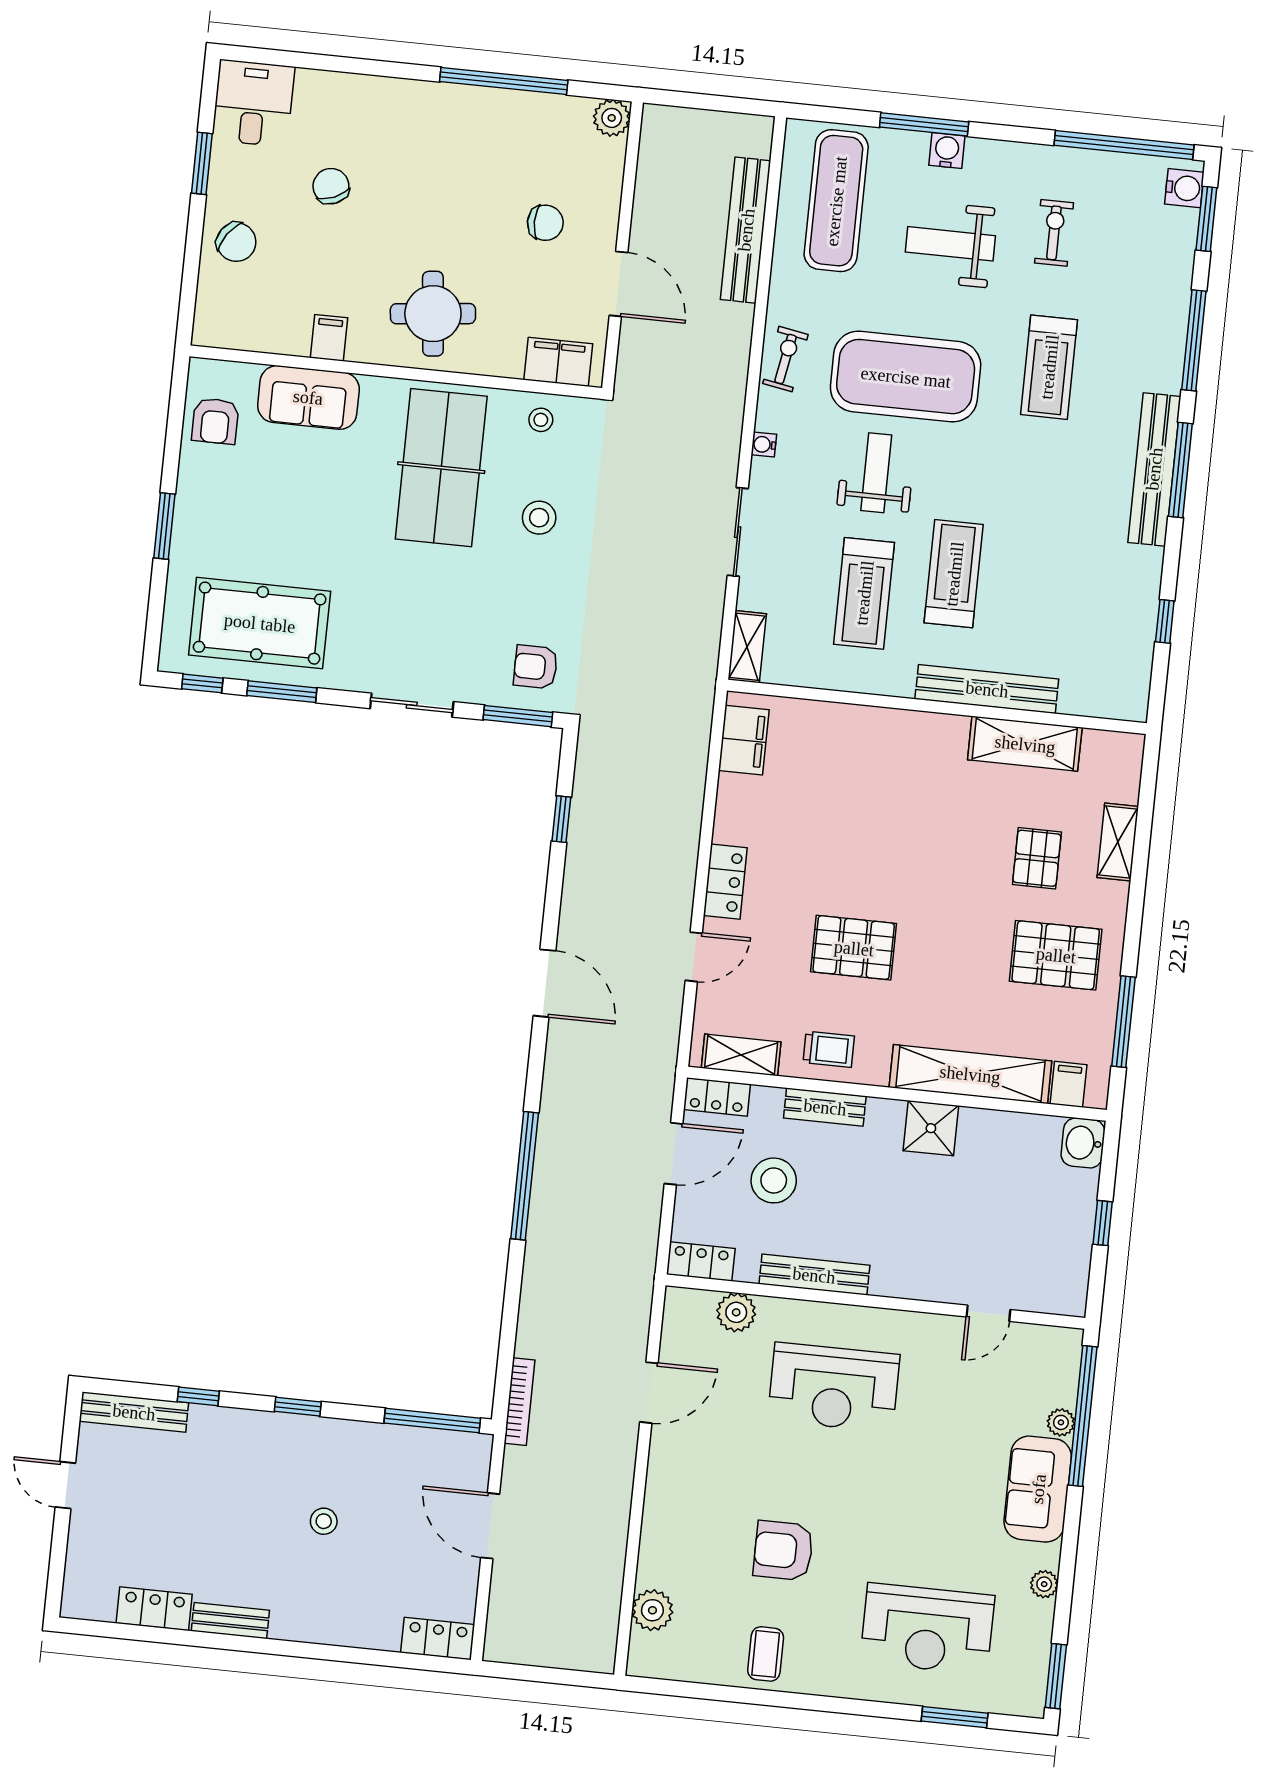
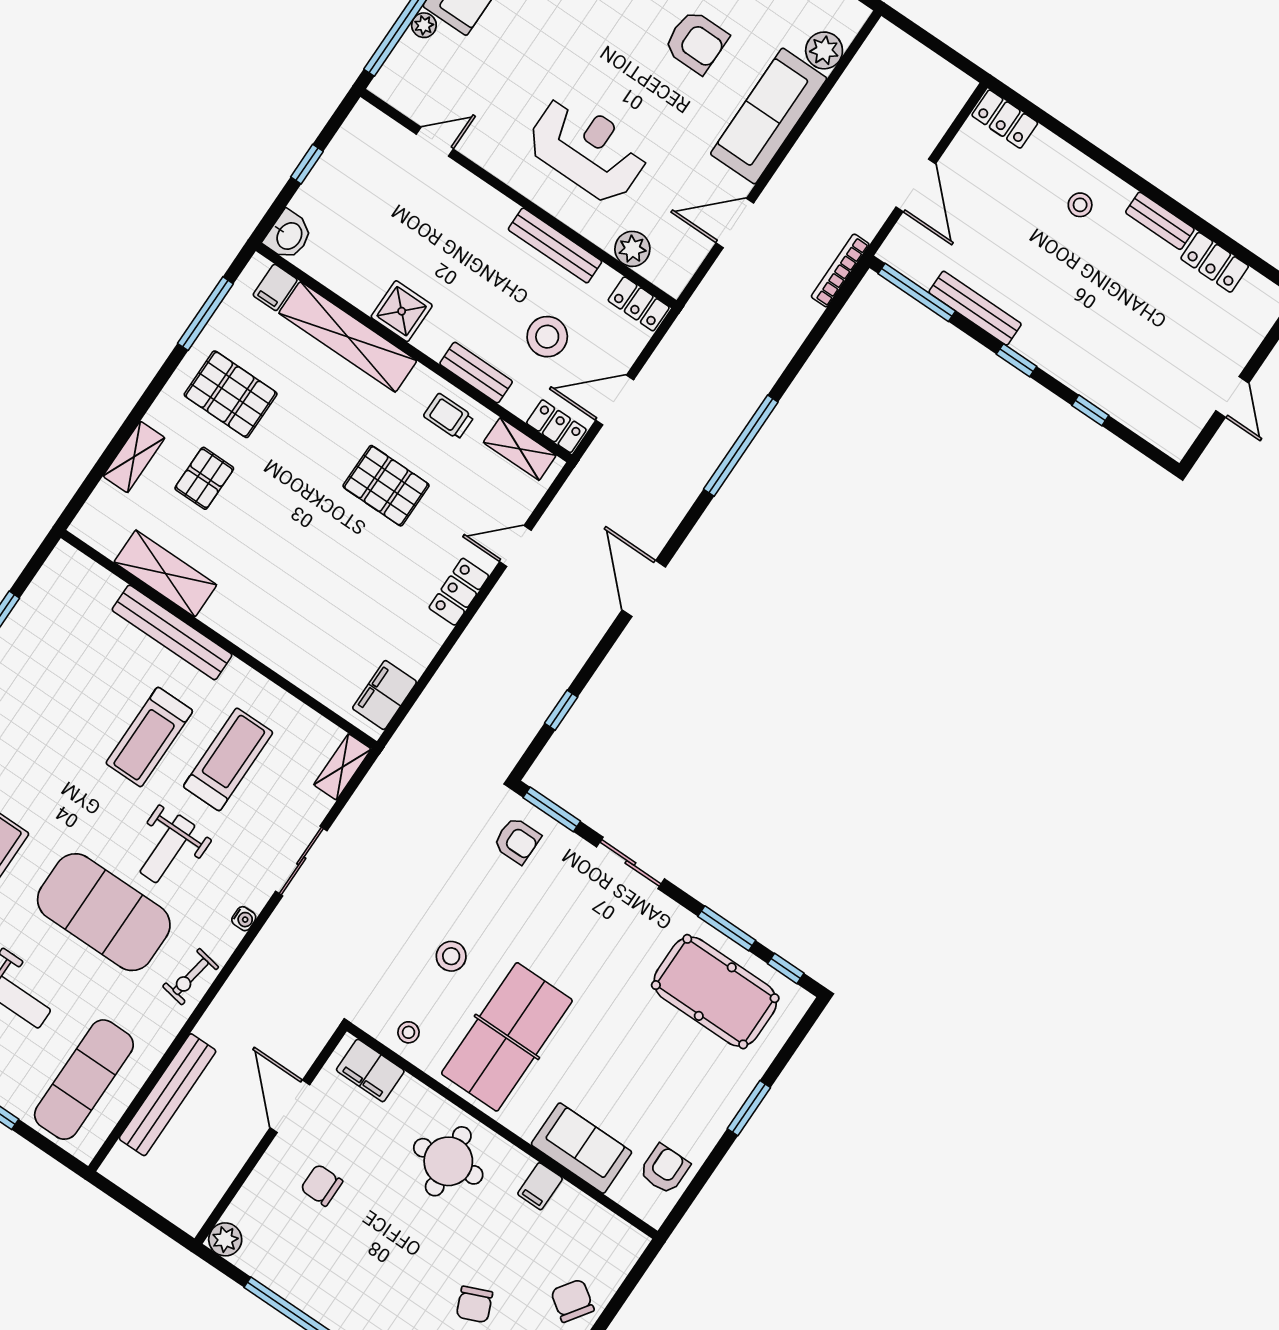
bench: (134, 1412) -> (975, 308), moved
sofa: (672, 1516) -> (769, 116), added
stool: (324, 1521) -> (1080, 205), moved

